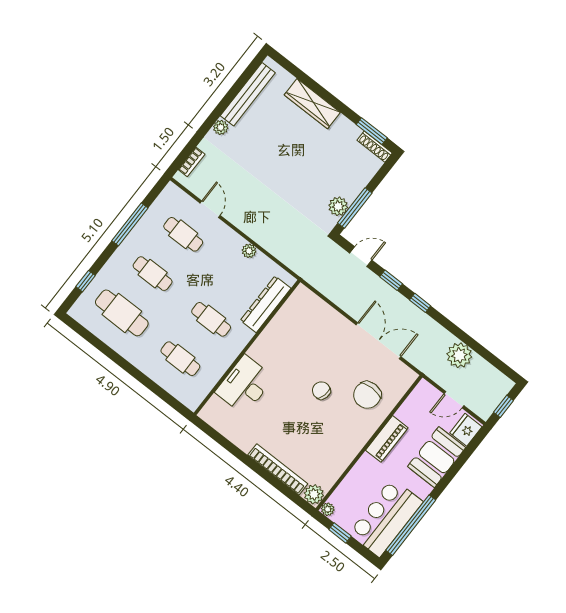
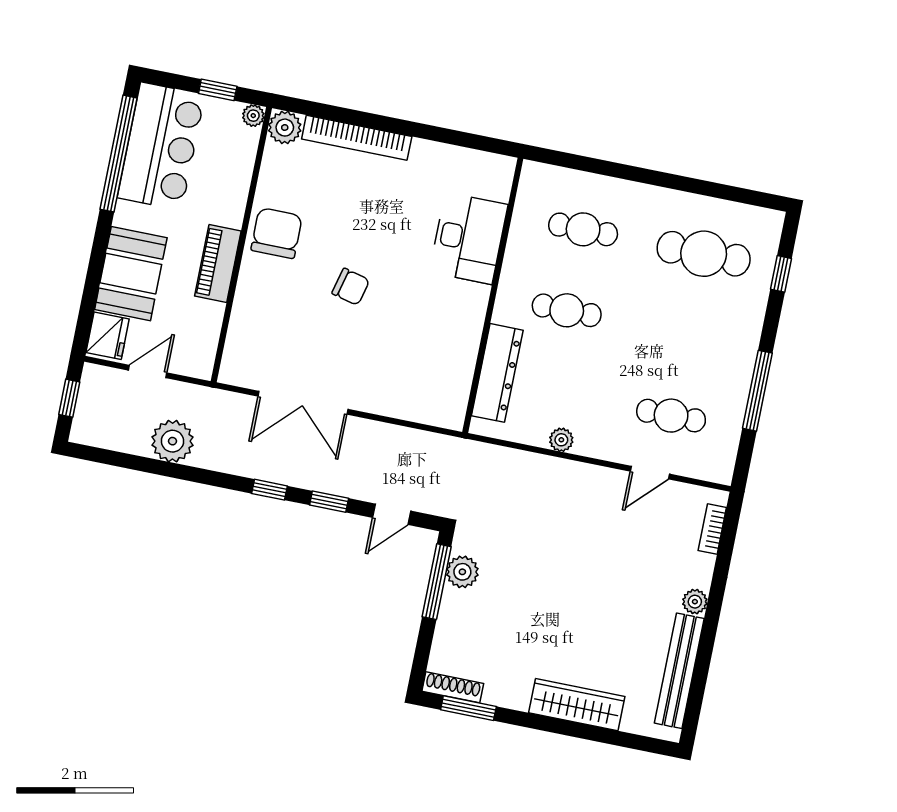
door: (210, 209) -> (650, 473), hinge flipped
cafe table: (153, 274) -> (687, 335), removed
chair: (367, 395) -> (277, 233), moved

